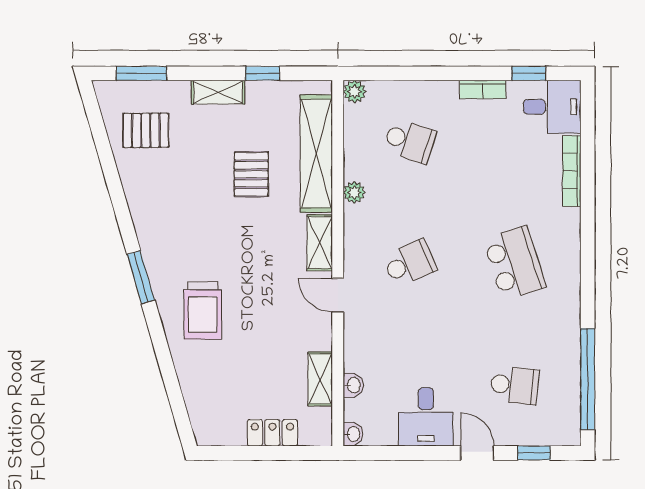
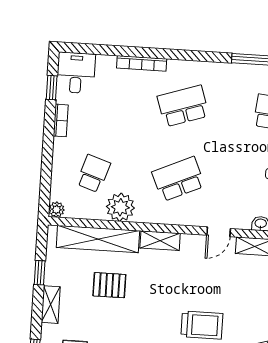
bookcase: (572, 171) -> (142, 63), moved
plant: (354, 192) -> (120, 207), width x1.88, depth x1.88
school desk: (410, 263) -> (178, 179), width x1.85
door: (338, 295) -> (219, 232), moved

